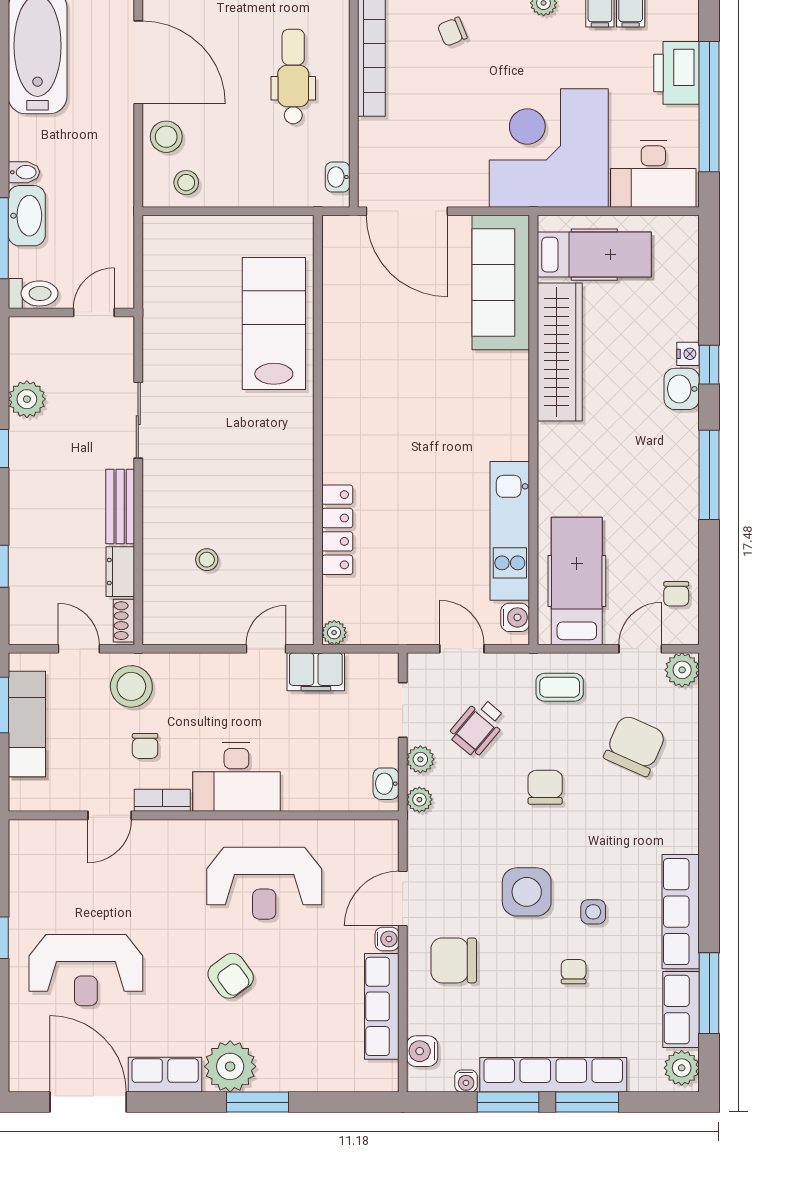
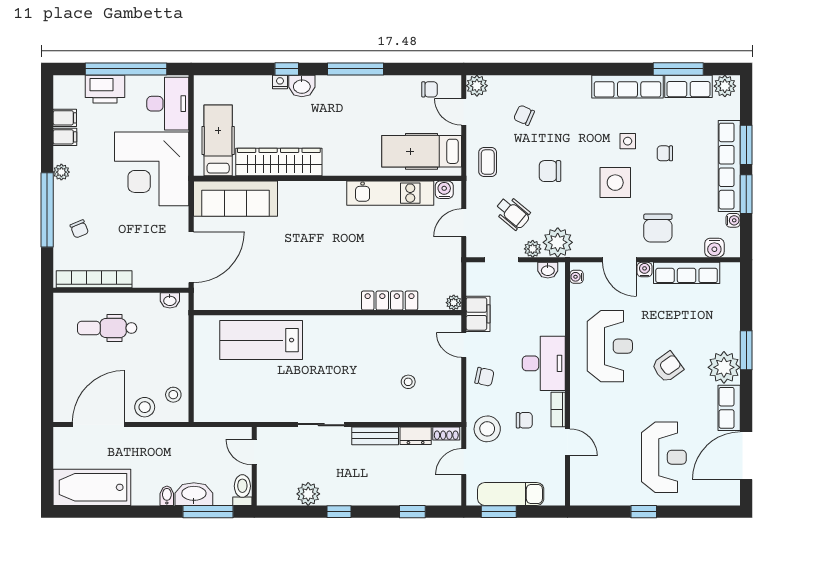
chair: (215, 682) -> (484, 377), added
chair: (635, 746) -> (524, 115), width x0.54, depth x0.54
plant: (419, 800) -> (558, 242), width x1.88, depth x1.88
water cooler: (375, 830) -> (577, 277), added

